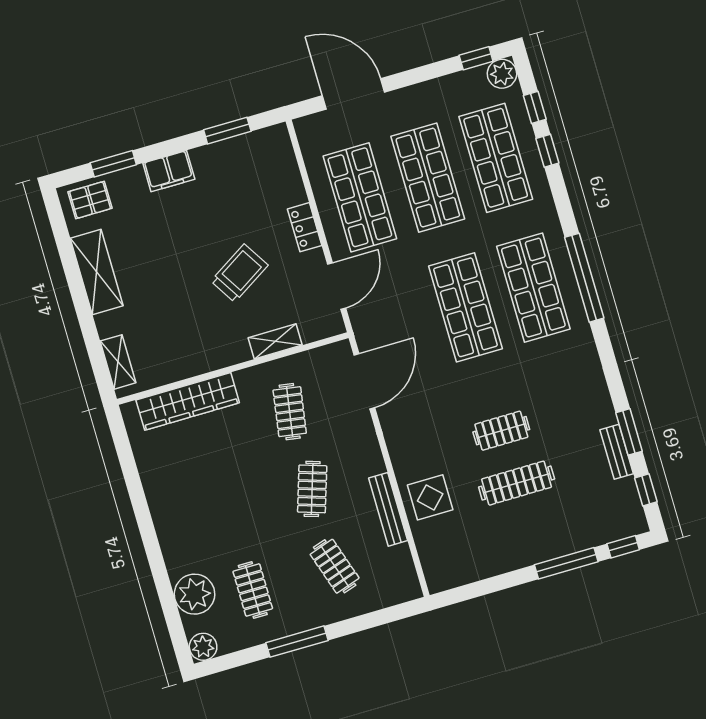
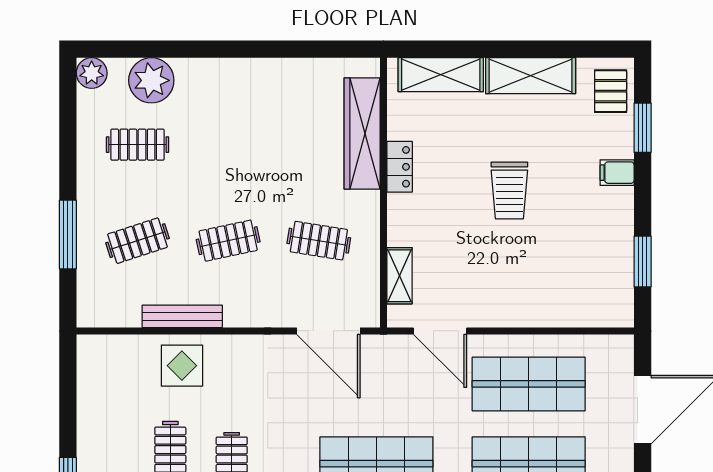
filing cabinet: (169, 171) -> (617, 173), width x0.50
locker: (305, 227) -> (400, 167), moved, turned 90
trolley: (239, 273) -> (509, 191), moved, turned 32
shelving: (275, 341) -> (399, 276), moved
shelving: (118, 362) -> (441, 75), width x1.50, depth x1.33
clothes rail: (312, 489) -> (228, 241), turned -30
window: (297, 642) -> (68, 234), moved

